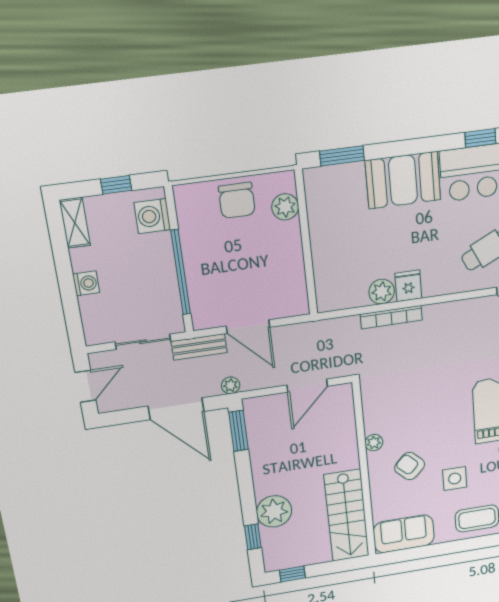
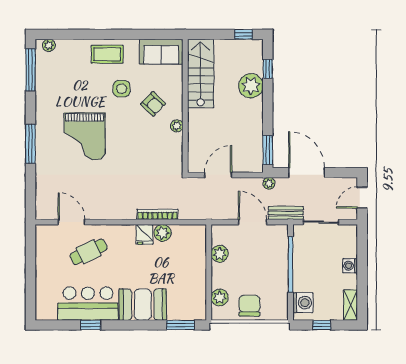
plant: (293, 273) -> (220, 254), added

